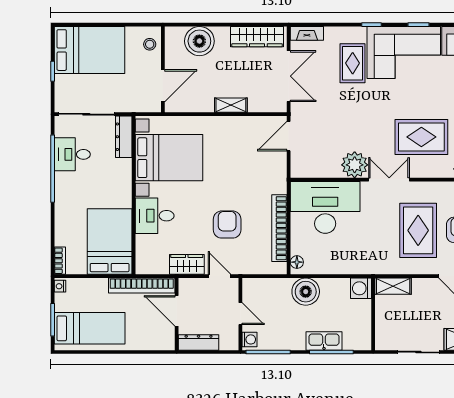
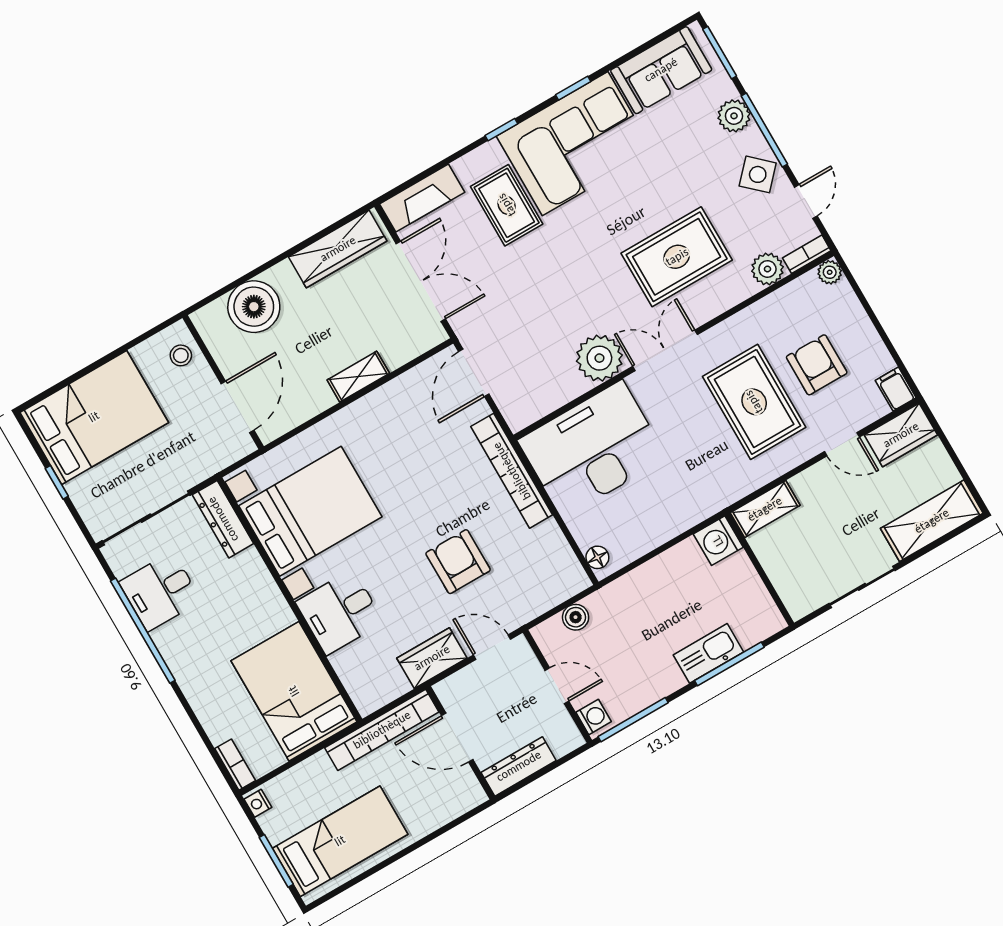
fireplace: (307, 33) -> (422, 198), width x1.37, depth x1.32
bookcase: (279, 228) -> (512, 471), moved
boiler: (306, 292) -> (576, 617), moved, width x0.54, depth x0.54

